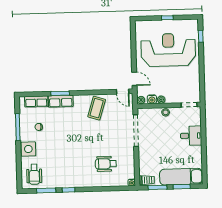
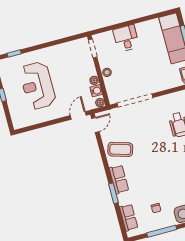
reception desk: (168, 50) -> (38, 86), width x0.74, depth x0.77
row of seats: (61, 101) -> (119, 179), moved

